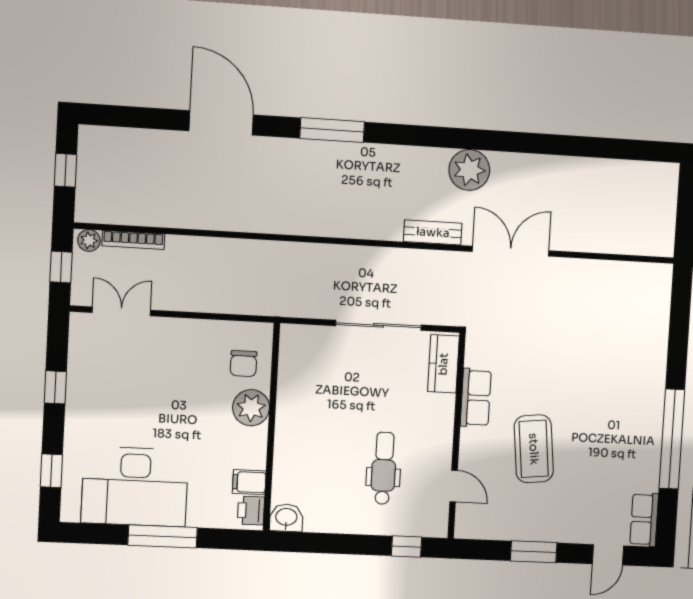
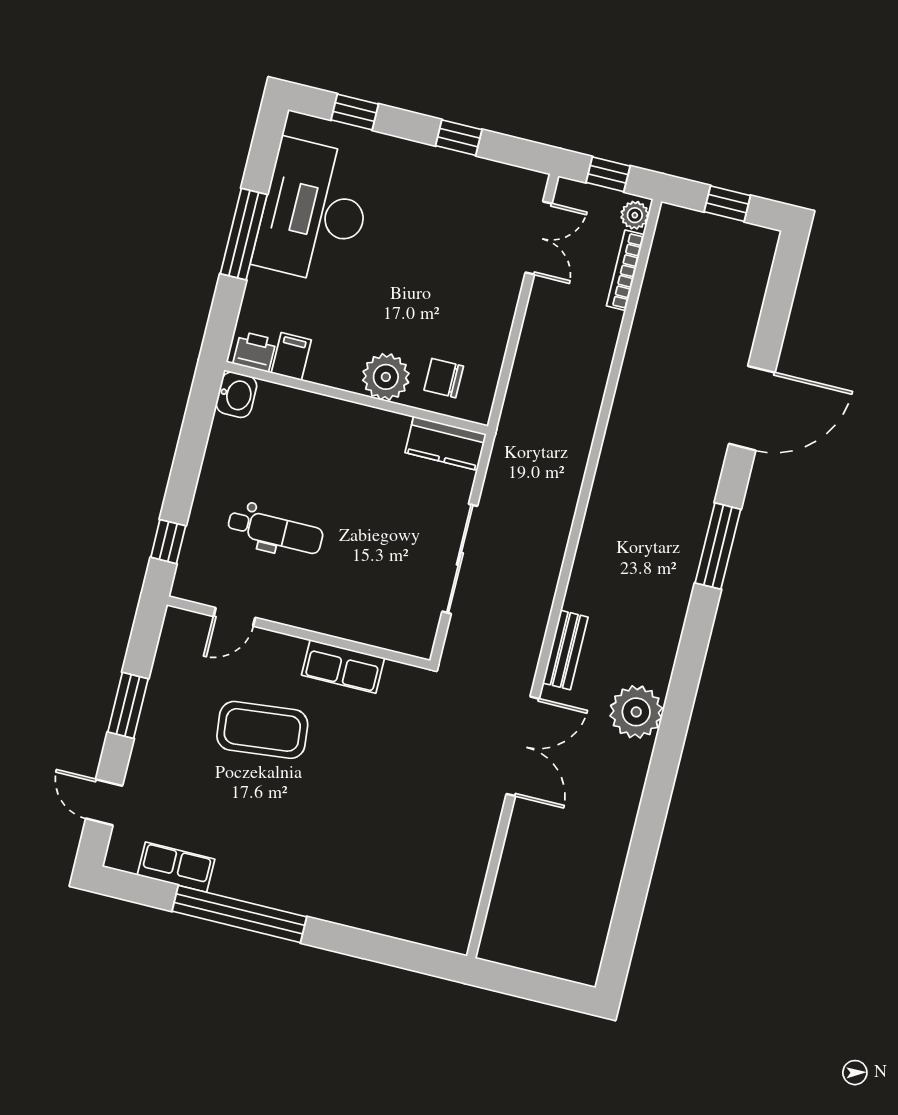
kitchen counter: (443, 364) -> (446, 443), moved, turned 180
row of seats: (644, 520) -> (176, 867), moved

